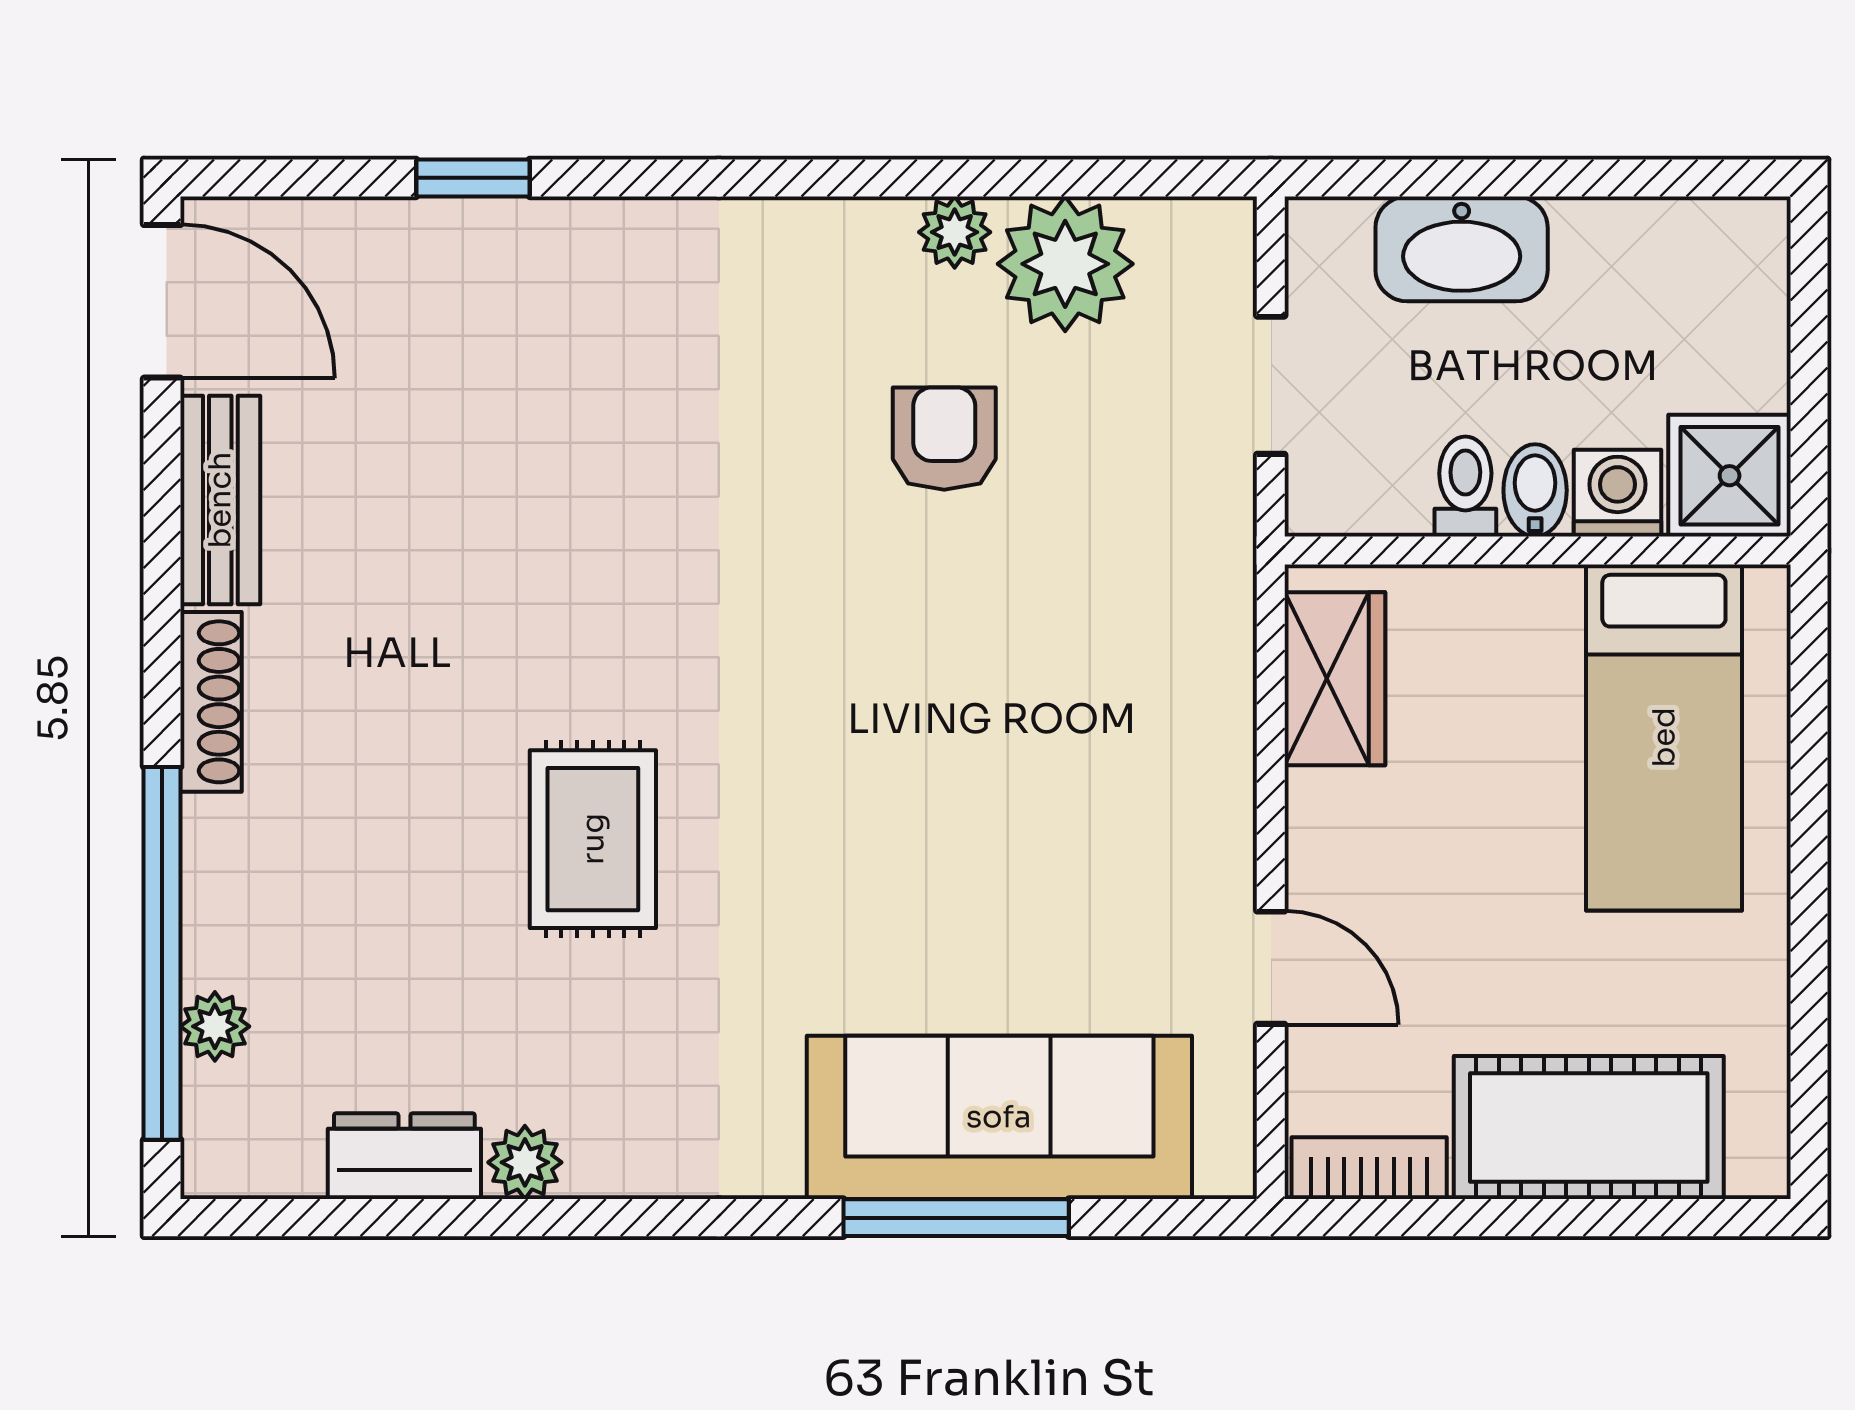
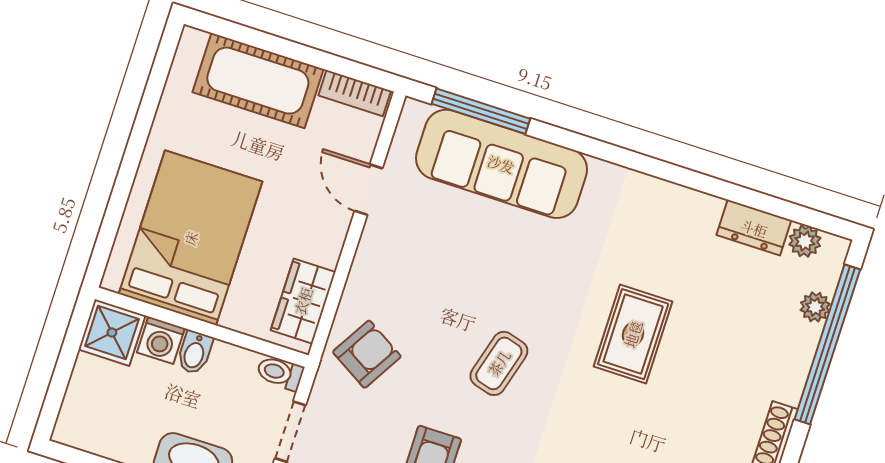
toilet: (1465, 487) -> (280, 373), moved, turned 90
armchair: (1159, 608) -> (367, 354), added
coffee table: (864, 681) -> (499, 363), added
bed: (1664, 737) -> (191, 238), width x1.50
plant: (525, 1162) -> (805, 241), moved
window: (956, 1218) -> (481, 111), moved

